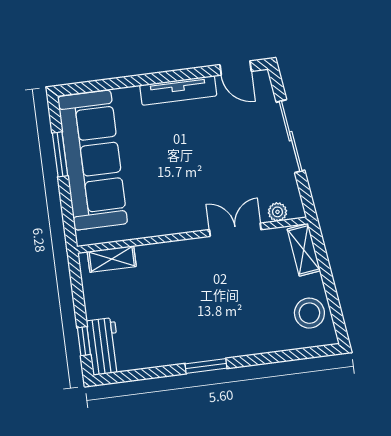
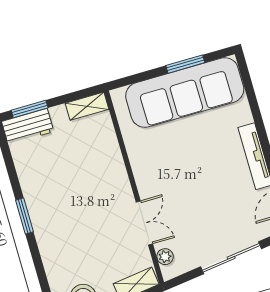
shelving: (112, 259) -> (87, 106), moved, turned 90
window: (84, 341) -> (30, 109), width x1.50

